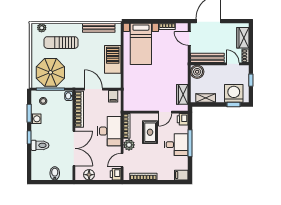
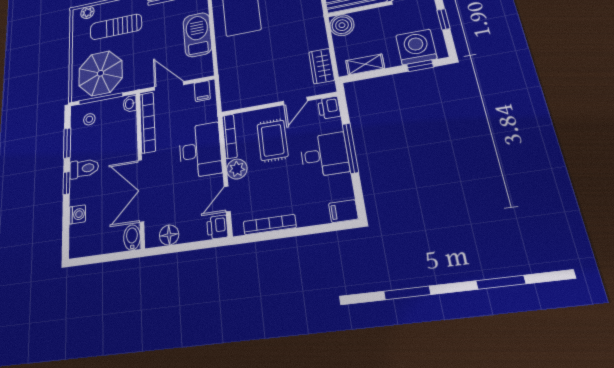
washing machine: (36, 119) -> (77, 214), moved
toilet: (40, 145) -> (84, 168), moved
double door: (74, 148) -> (141, 191), swing flipped
bidet: (55, 173) -> (132, 237), moved

